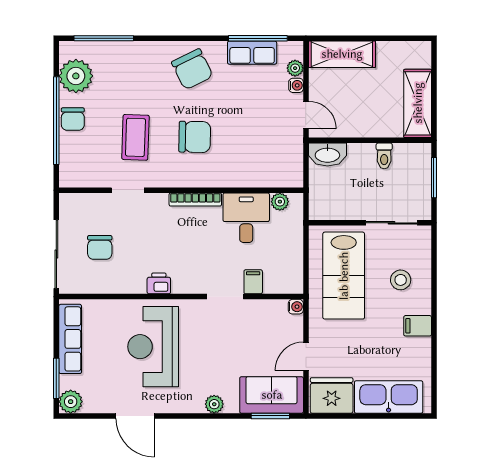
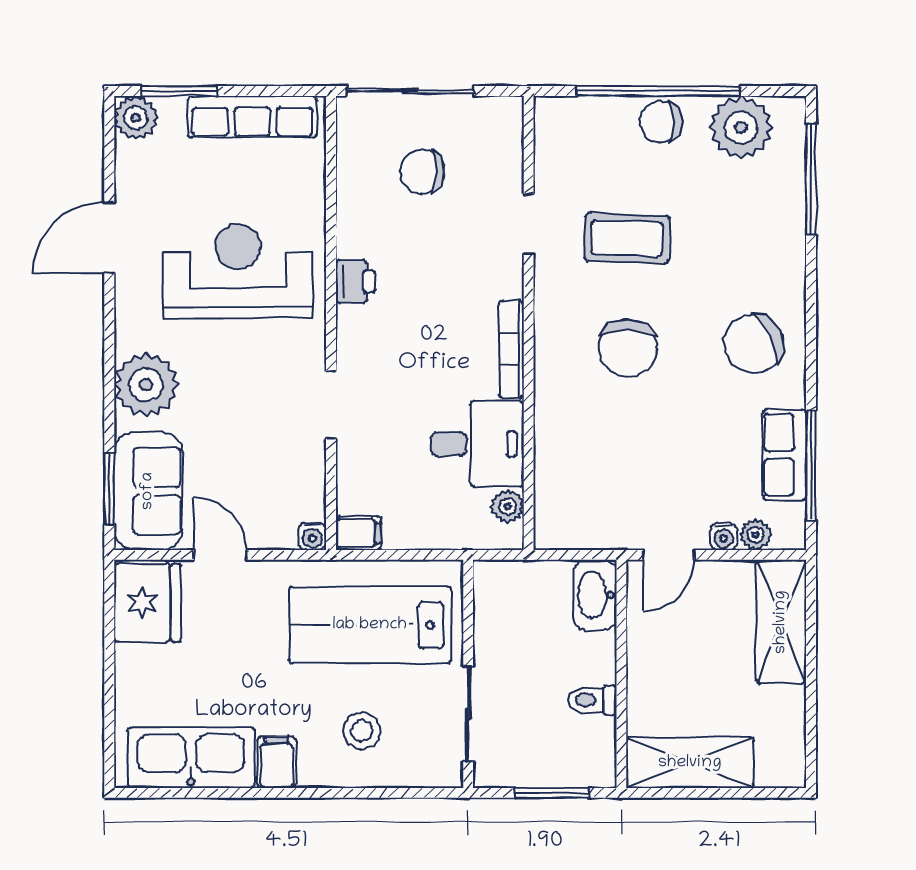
filing cabinet: (253, 282) -> (358, 533), moved
kitchen sink: (389, 397) -> (191, 758), moved, turned -90
plant: (214, 404) -> (146, 385), width x1.88, depth x1.88

